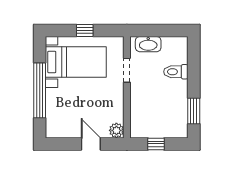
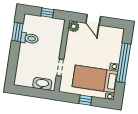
toilet: (176, 72) -> (29, 38), moved

